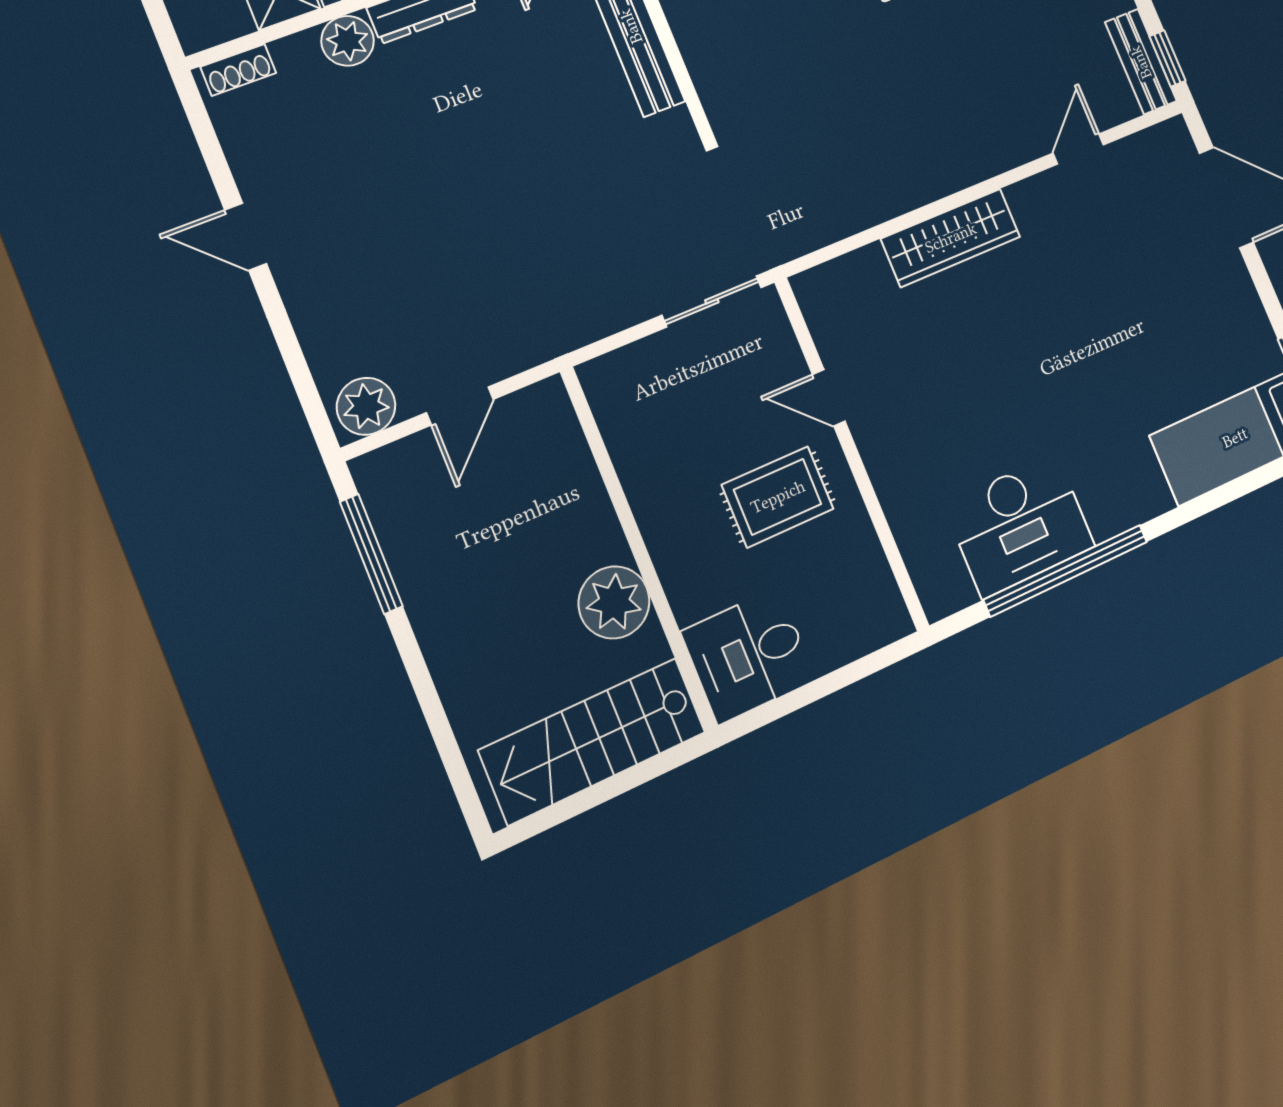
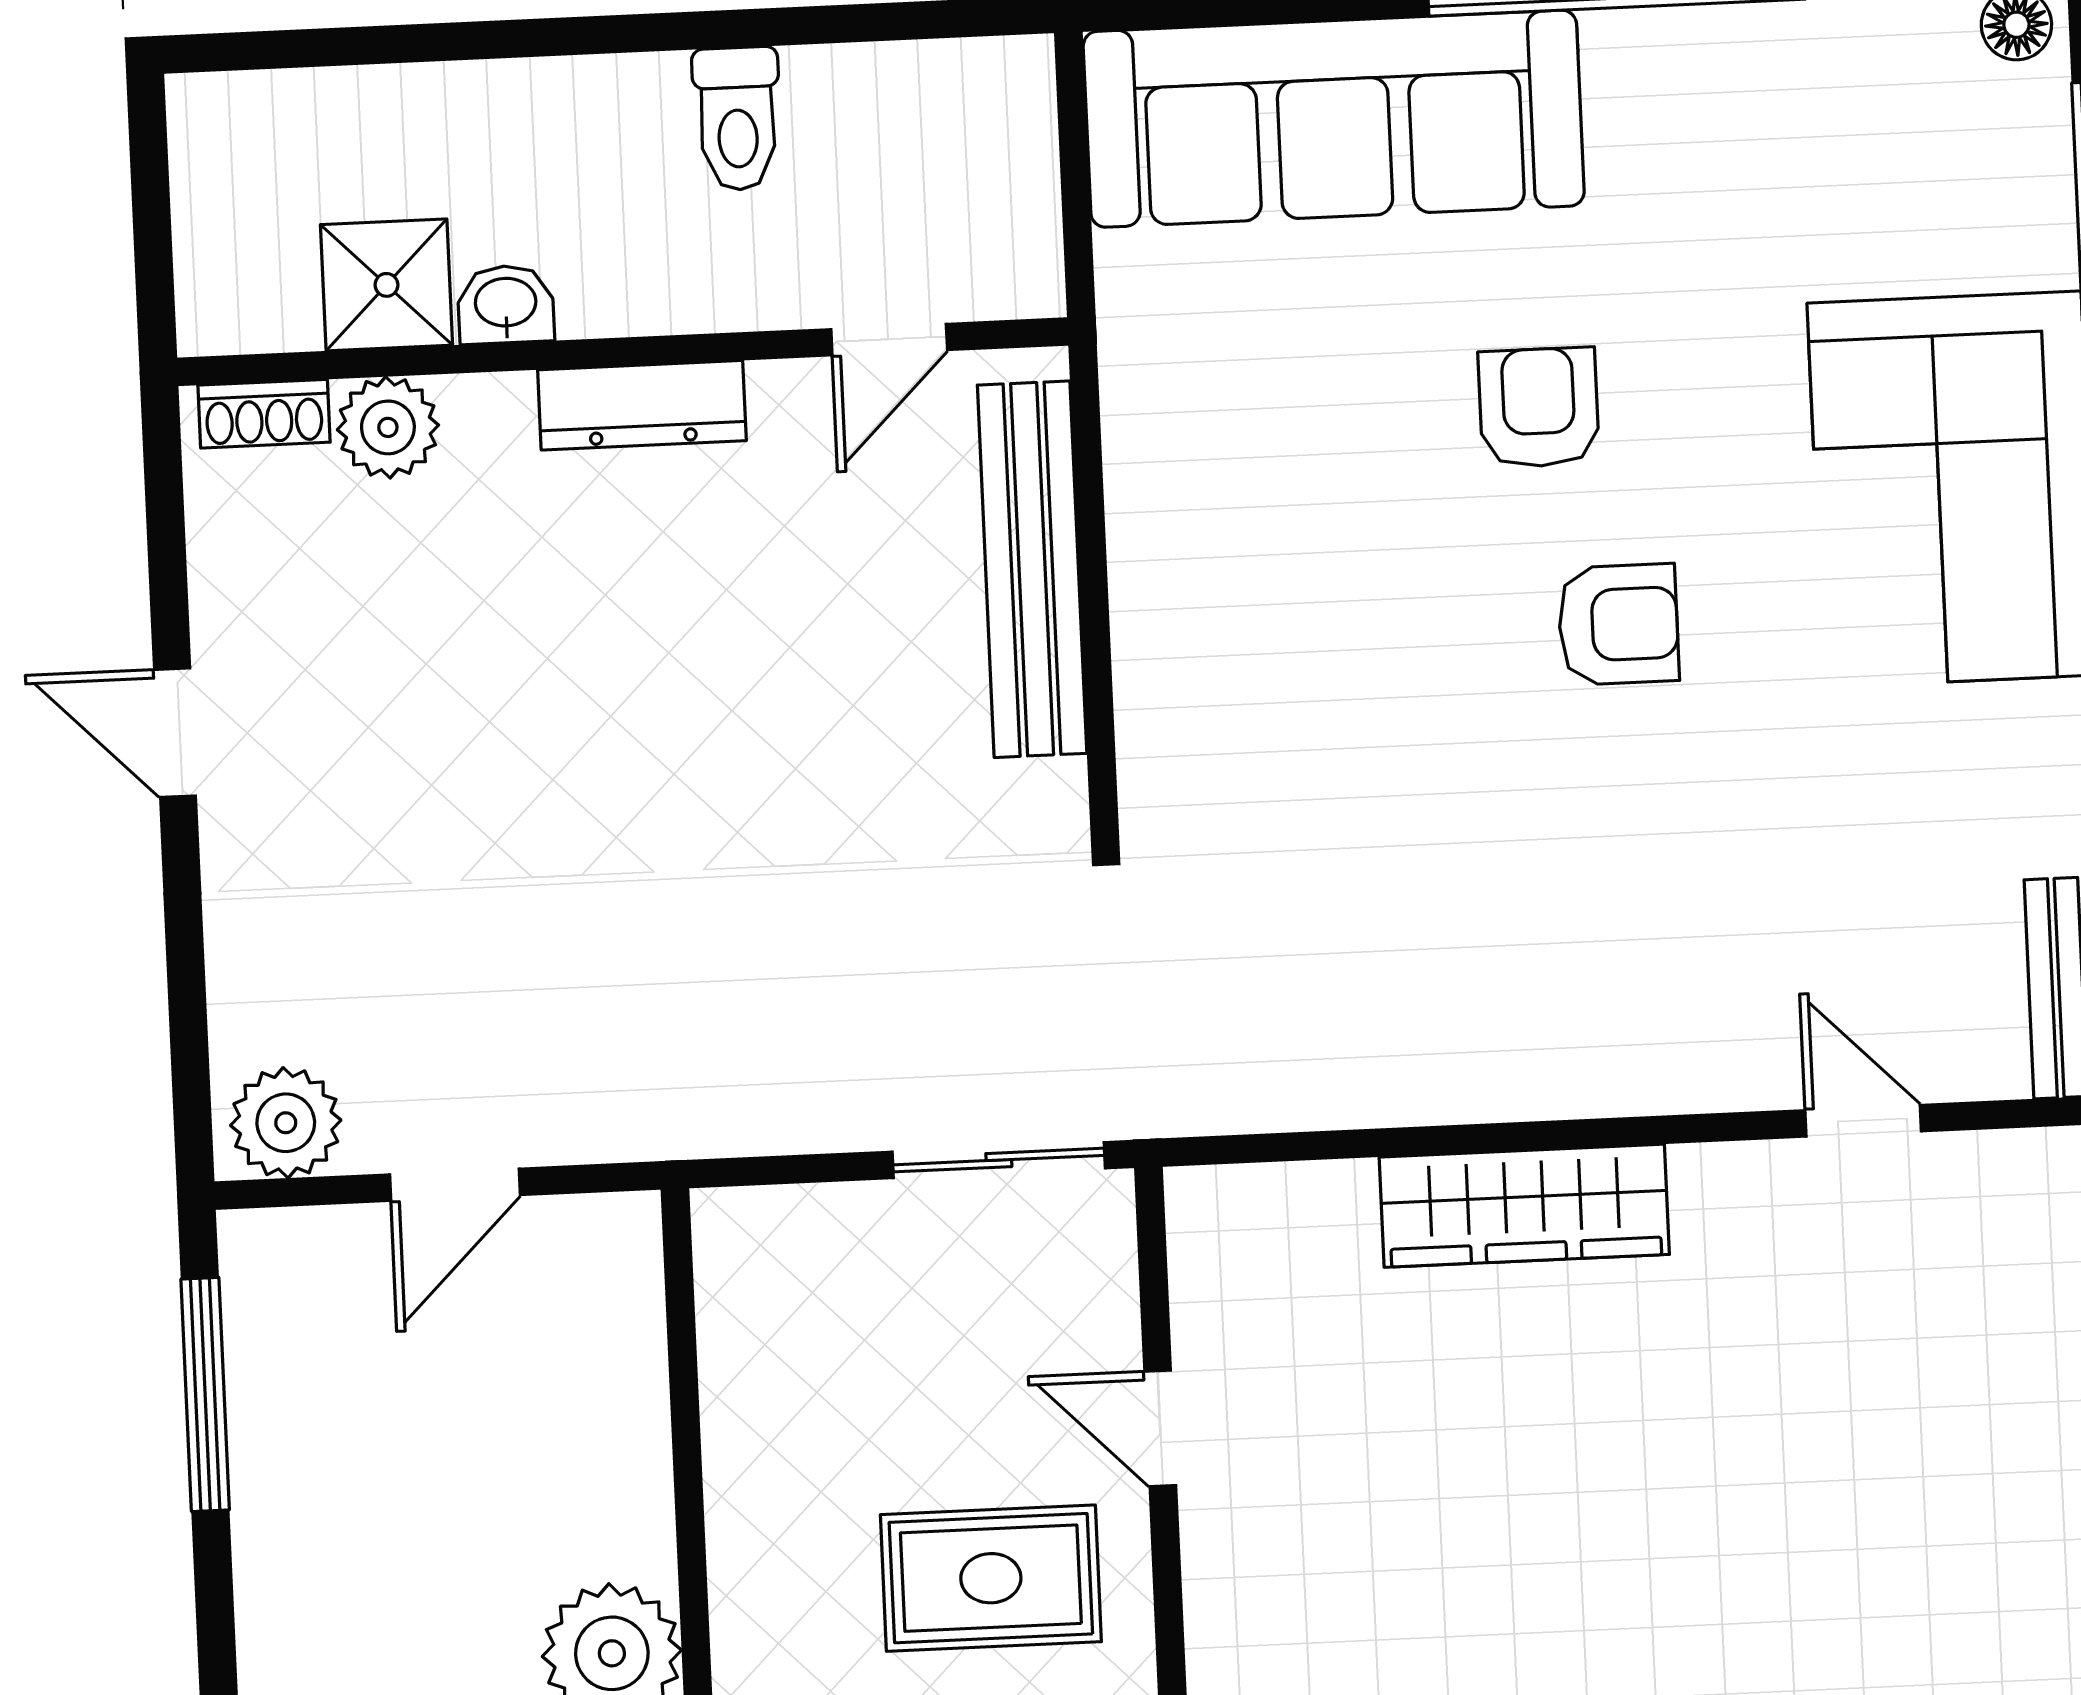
plant: (348, 41) -> (388, 427), moved
door: (1078, 149) -> (1863, 1121), hinge flipped

